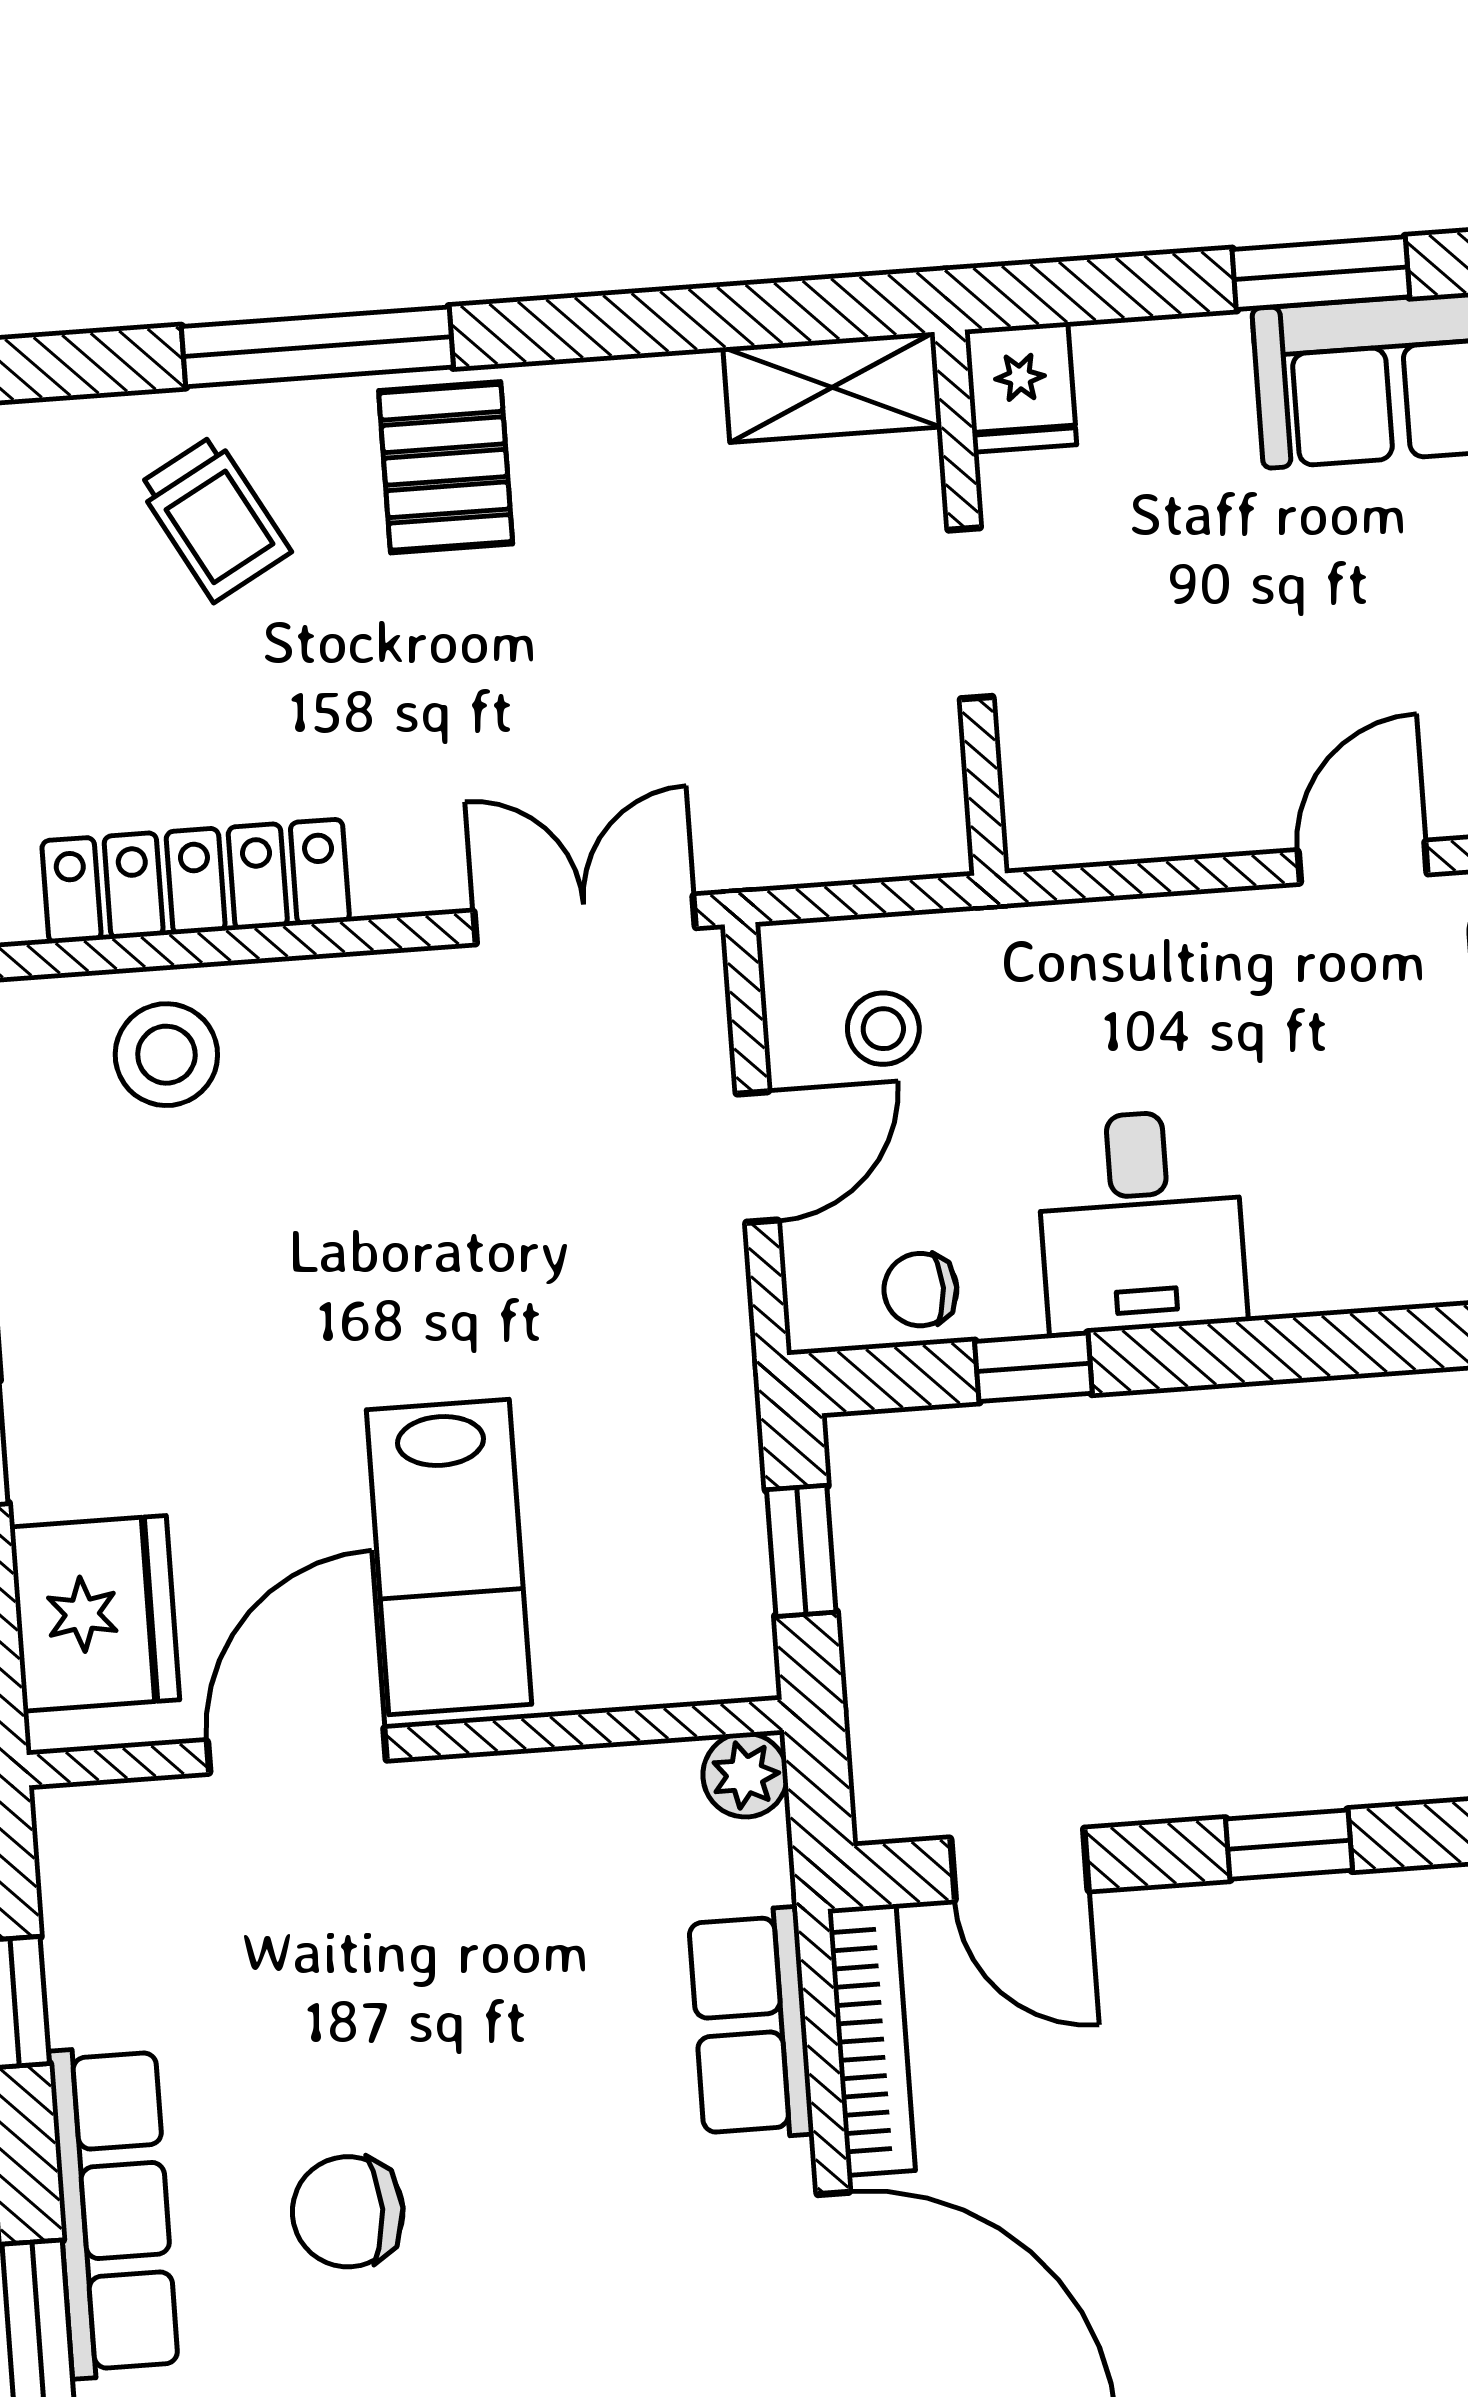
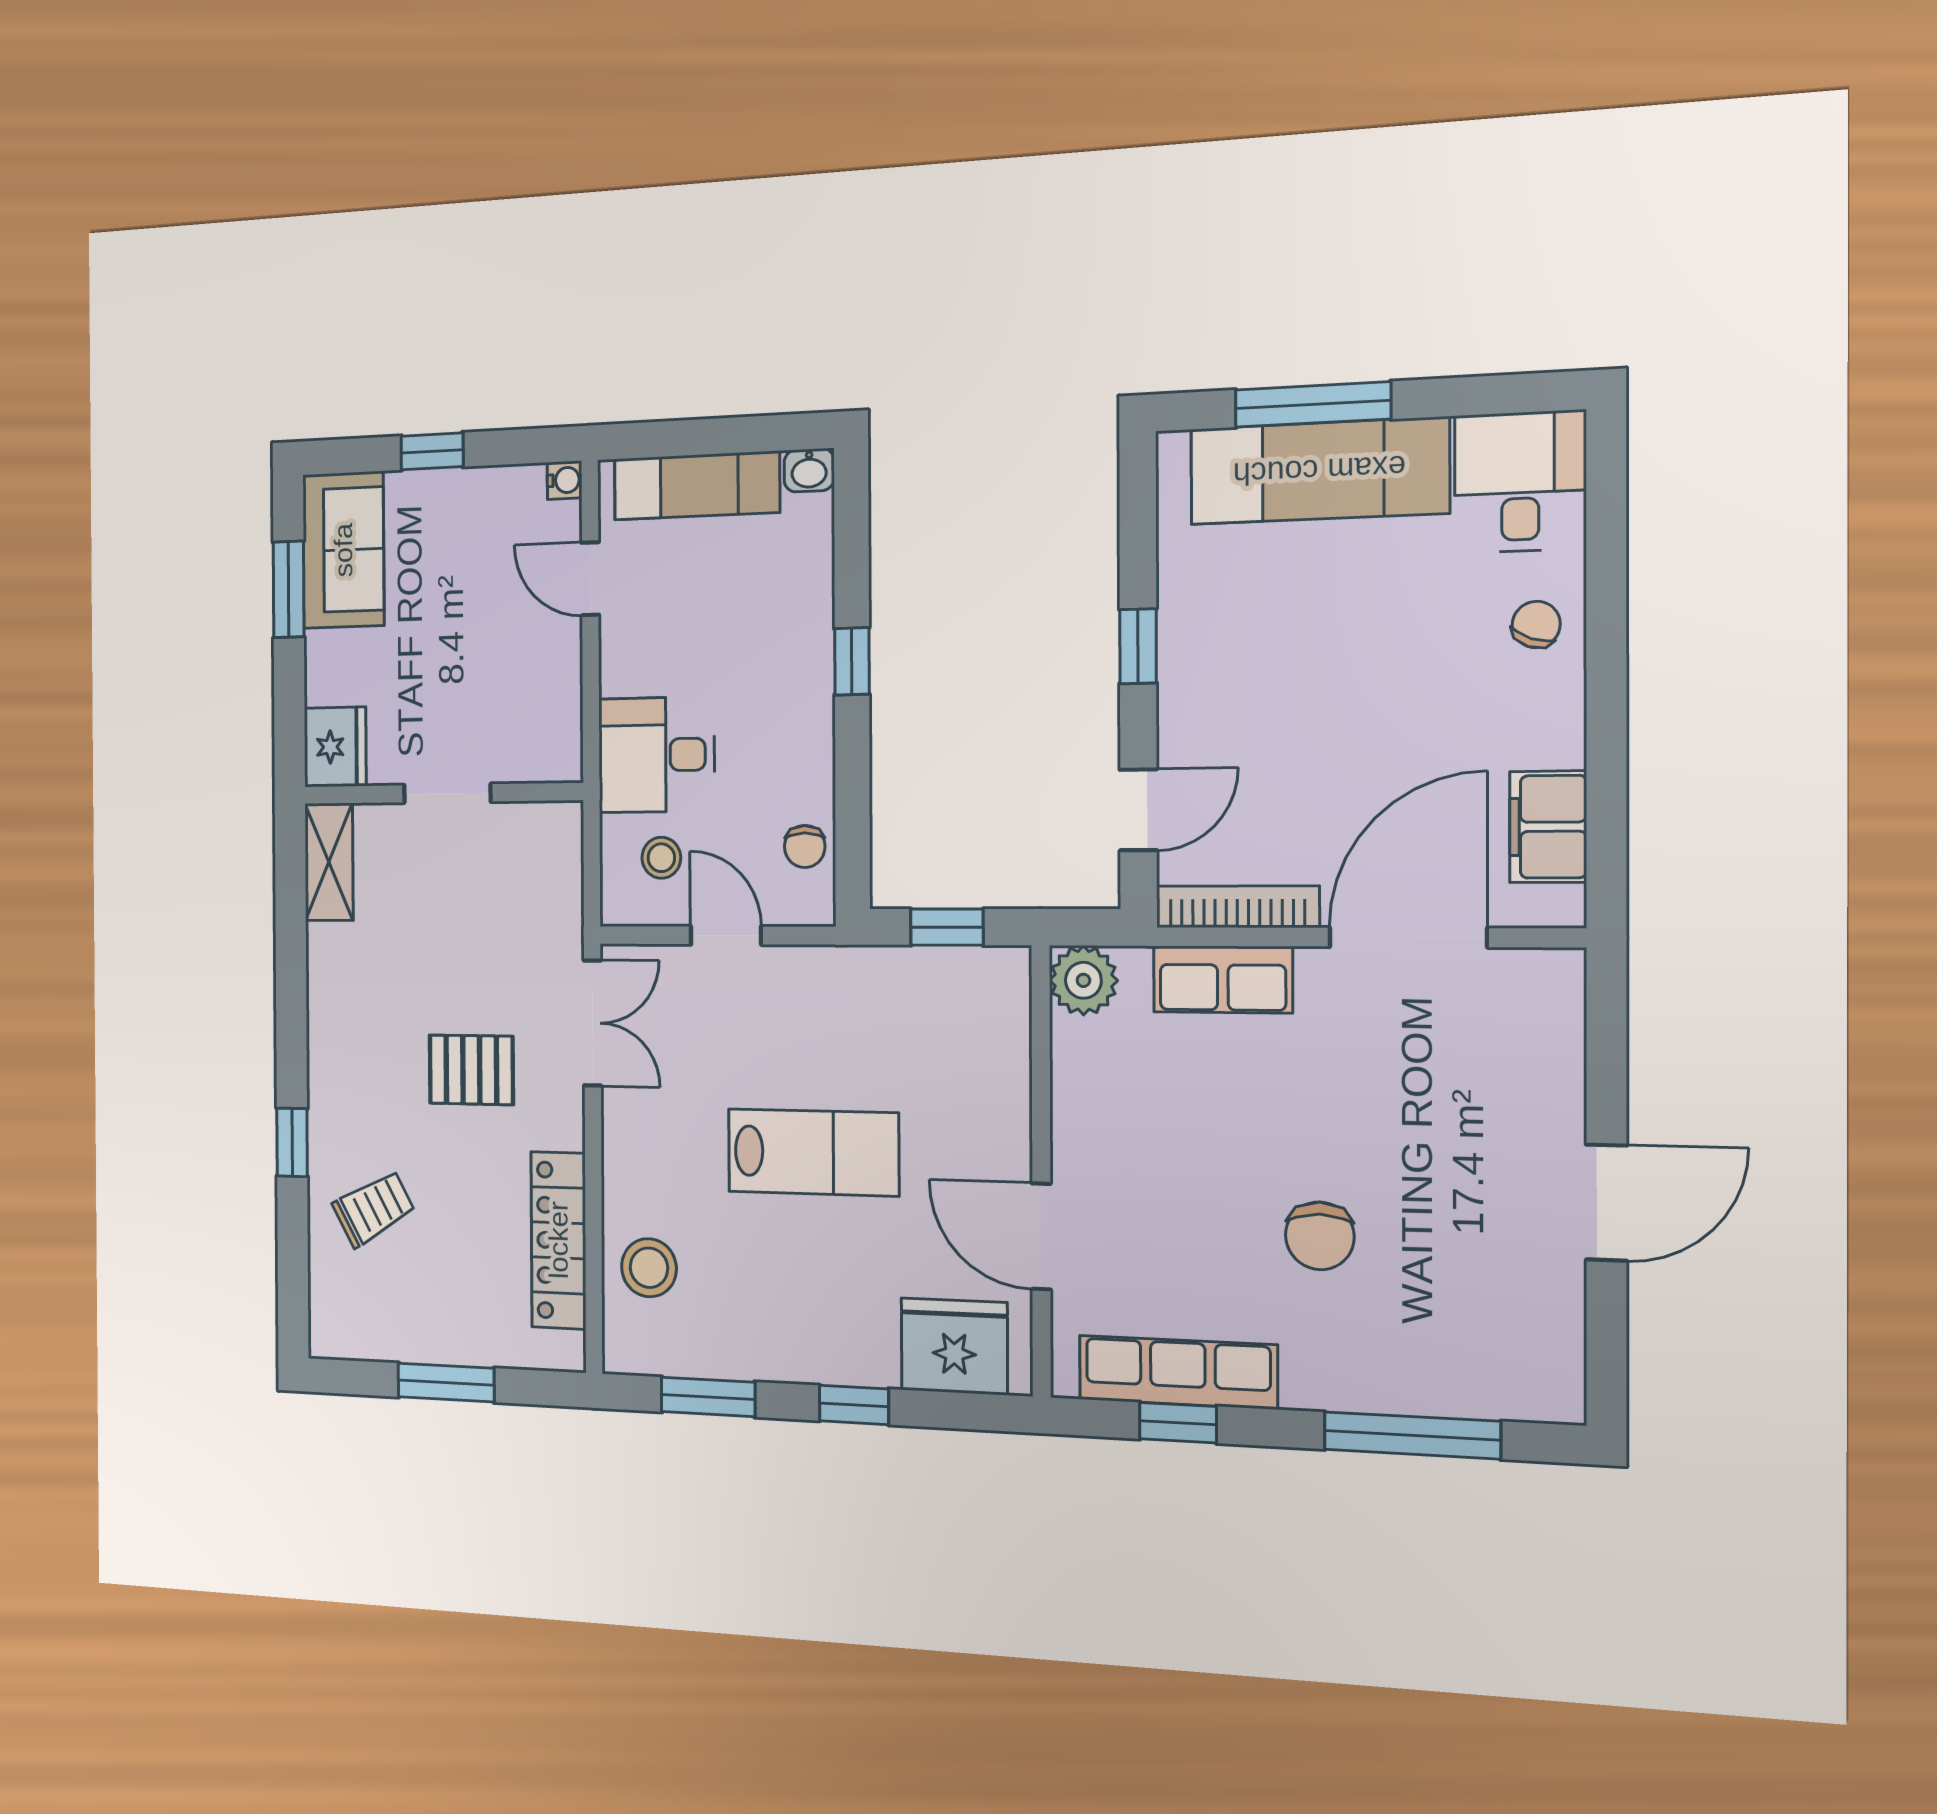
window: (317, 347) -> (292, 1142), width x0.46
fridge: (1021, 387) -> (335, 747), width x1.38
pallet: (446, 467) -> (471, 1070), moved
double door: (585, 919) -> (592, 1023), swing flipped
desk: (1141, 1221) -> (656, 755), moved, turned 180
window: (1033, 1367) -> (852, 661), moved
lab bench: (449, 1557) -> (813, 1152), moved
plant: (745, 1775) -> (1083, 980), width x1.38, depth x1.38
row of seats: (114, 2211) -> (1178, 1372), moved

